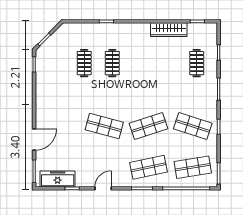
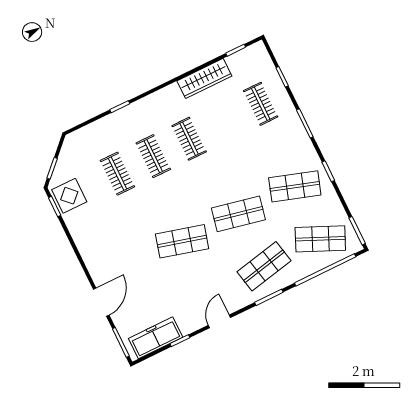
display table: (47, 62) -> (69, 196), added
clothes rail: (140, 63) -> (189, 139), added
shop shelf: (148, 126) -> (238, 214), turned 30
shop shelf: (193, 167) -> (320, 239), turned 33

